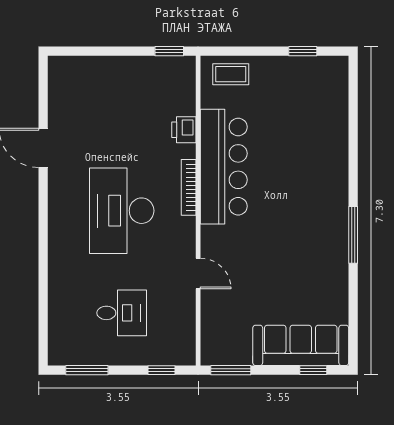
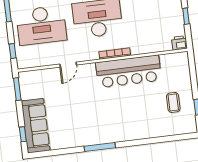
window: (169, 51) -> (186, 16), moved
coffee table: (231, 74) -> (173, 102), moved
printer: (184, 130) -> (179, 43), moved
desk: (122, 313) -> (41, 25), width x1.87, depth x1.30

